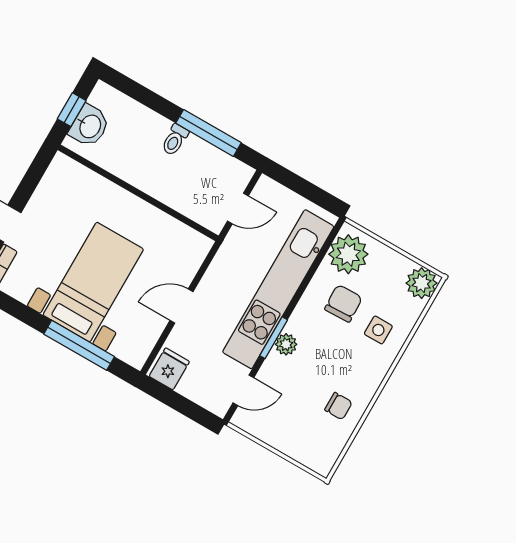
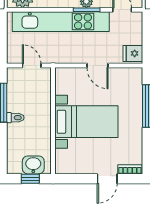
bed with nightstands: (93, 282) -> (86, 122), moved, turned 180

